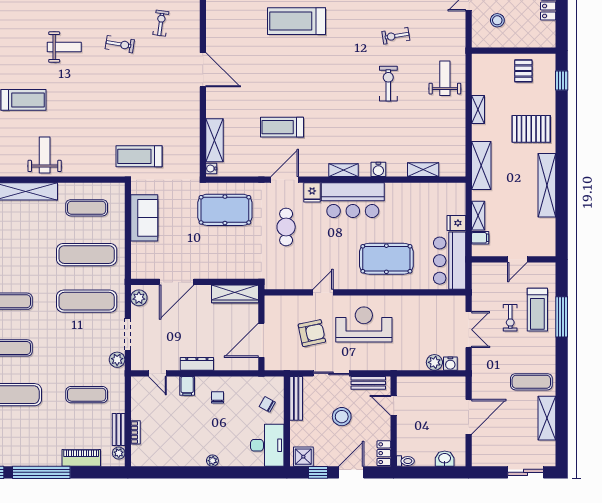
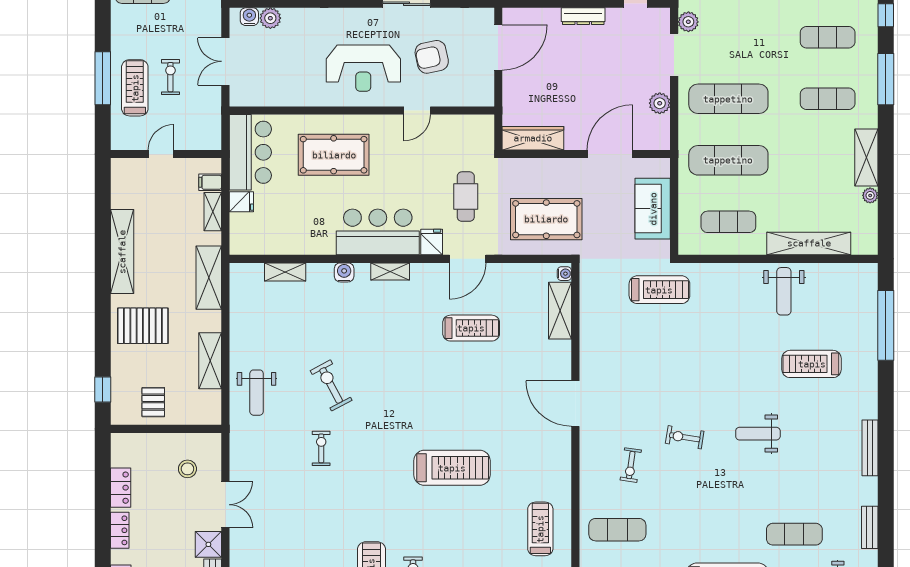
exercise bike: (396, 36) -> (321, 448), turned -81
exercise bike: (388, 84) -> (331, 385), turned 152
shelving: (478, 109) -> (210, 361), width x1.50, depth x1.33
door: (177, 282) -> (610, 154), moved
wall: (195, 282) -> (586, 154), moved
wardrobe: (235, 294) -> (533, 138), moved

